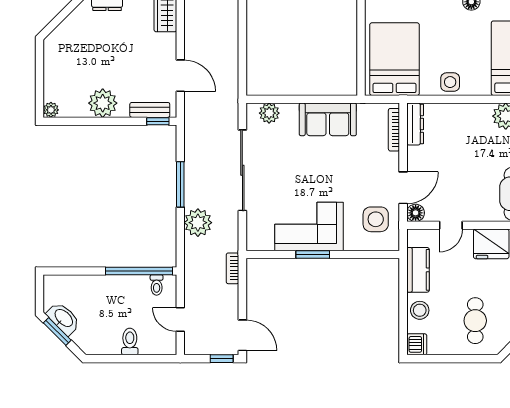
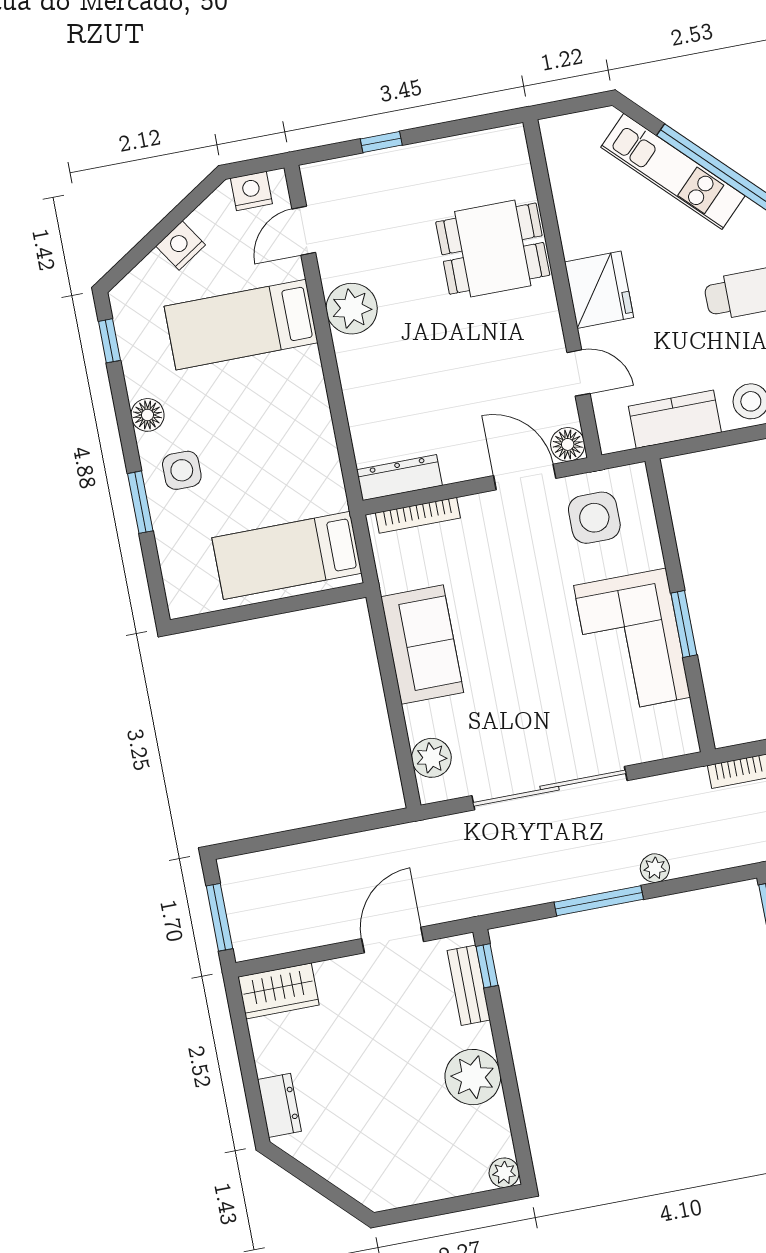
bed: (395, 59) -> (287, 555), width x0.67
side table: (450, 82) -> (182, 470), moved
plant: (198, 223) -> (655, 868), width x0.53, depth x0.53

